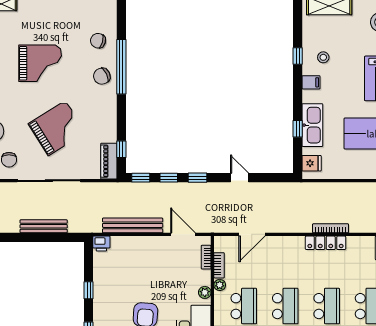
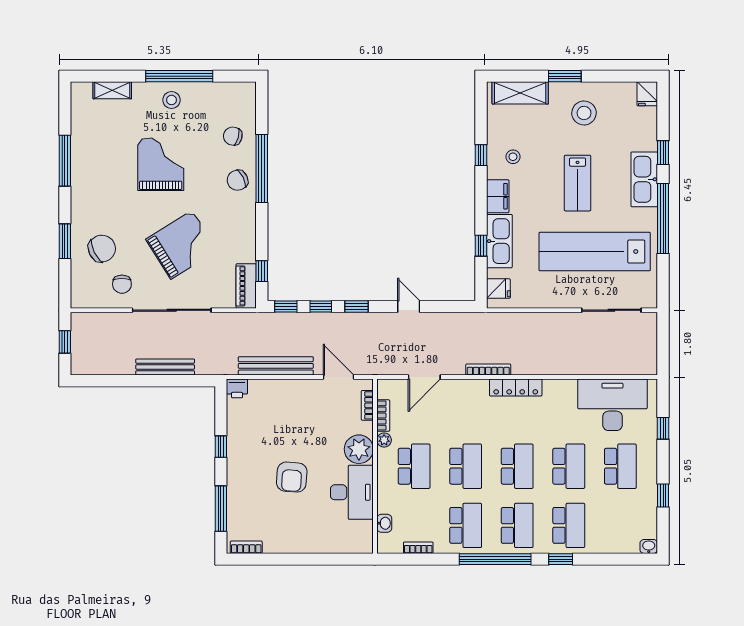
stool: (49, 12) -> (172, 100), added
grand piano: (40, 63) -> (161, 164), turned -90
filing cabinet: (311, 82) -> (498, 196), width x2.00
bookcase: (331, 228) -> (488, 369), moved
plant: (205, 292) -> (359, 449), width x1.88, depth x1.88

